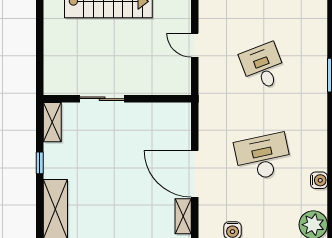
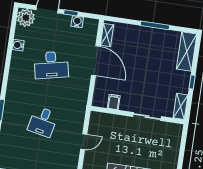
door: (195, 45) -> (84, 142), hinge flipped
desk: (263, 67) -> (43, 122), turned 33
filing cabinet: (157, 114) -> (114, 102), added

